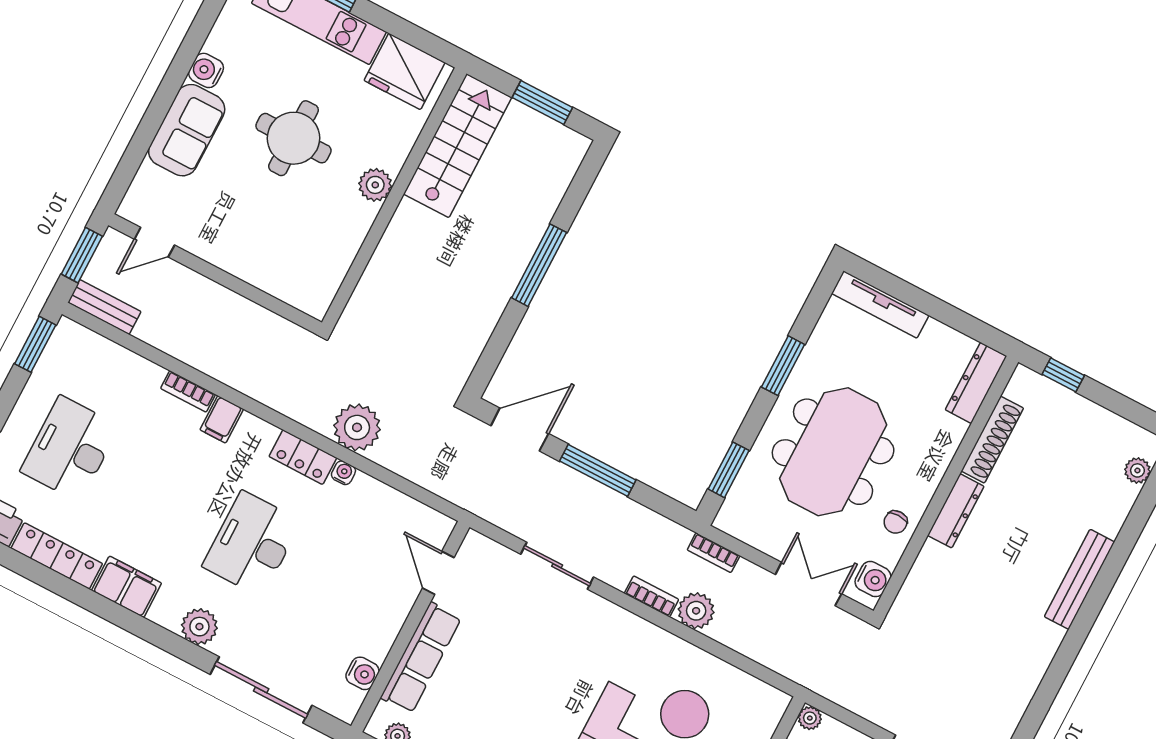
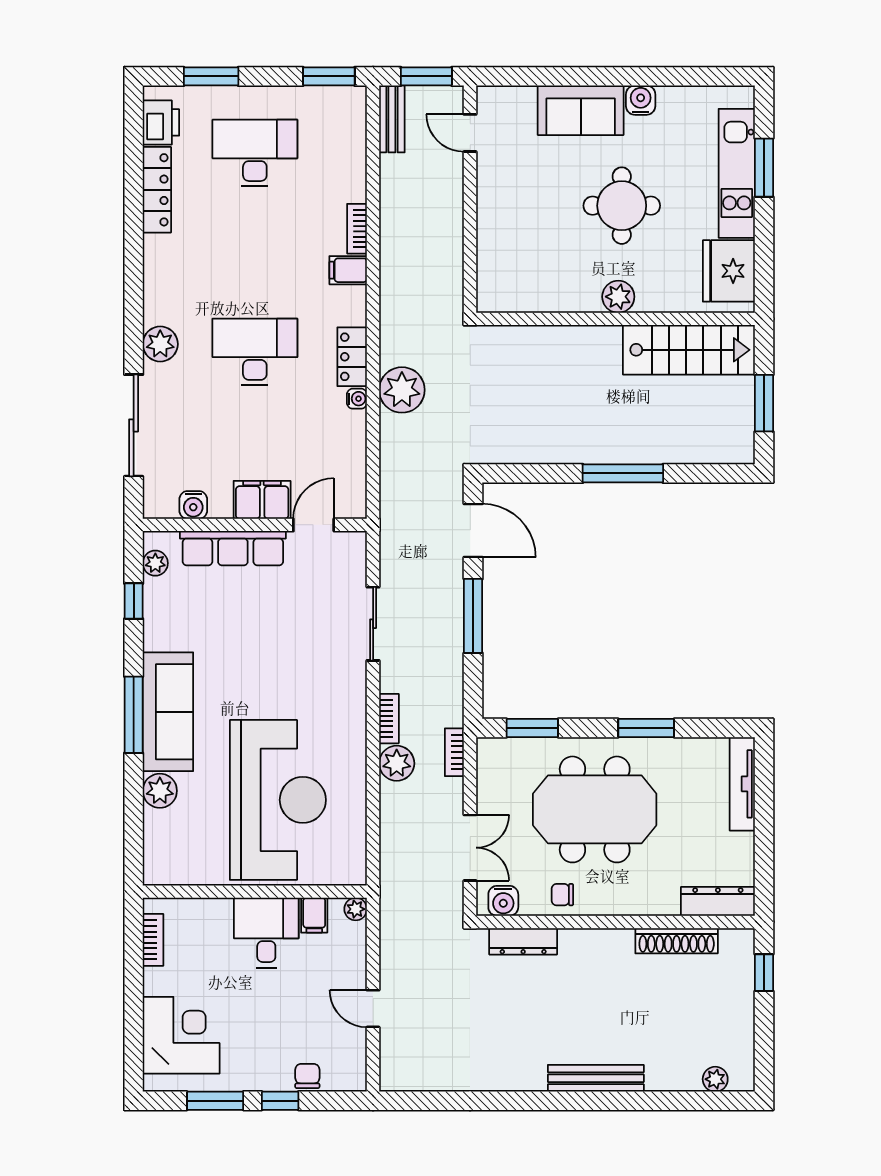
dresser: (956, 511) -> (523, 941), moved
filing cabinet: (127, 587) -> (262, 500), moved, turned -90

